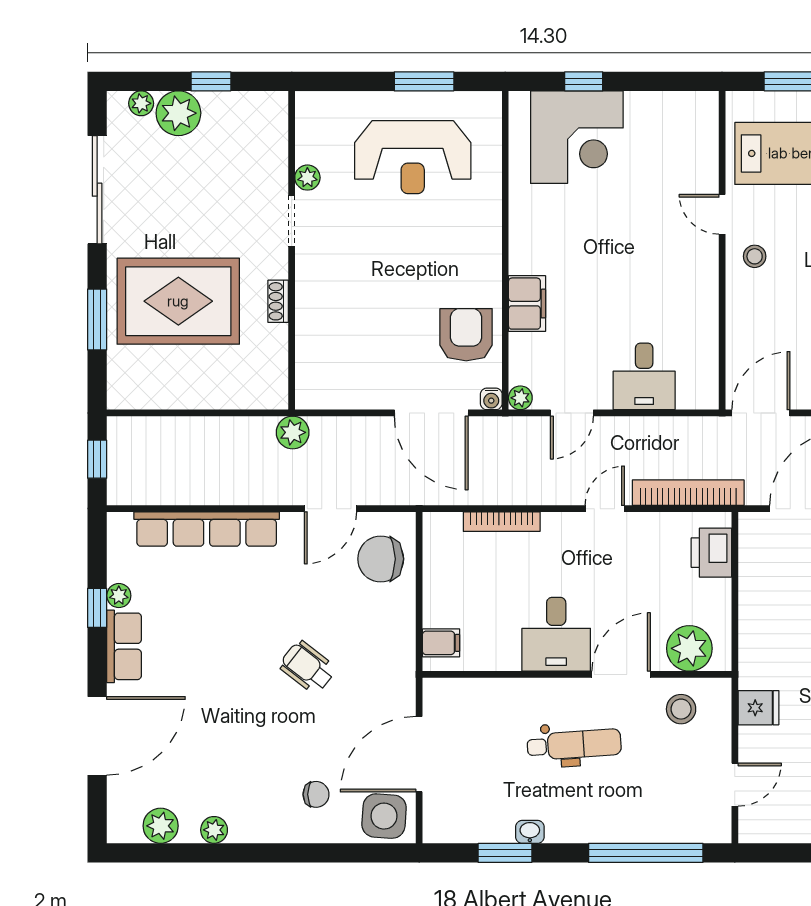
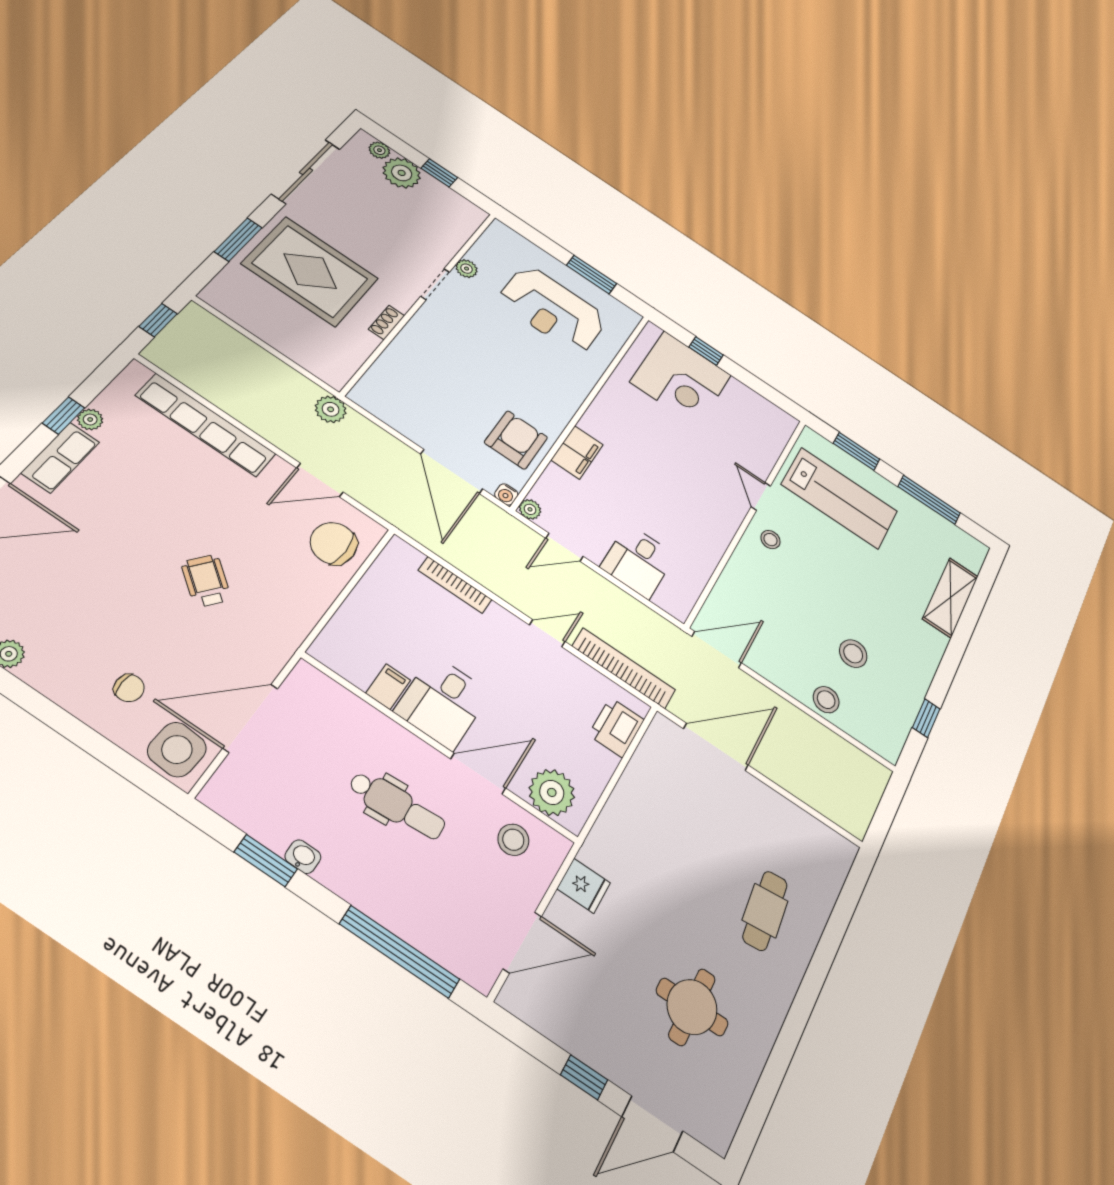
filing cabinet: (441, 643) -> (388, 687), moved, turned -90
door: (735, 785) -> (522, 942), width x1.38

